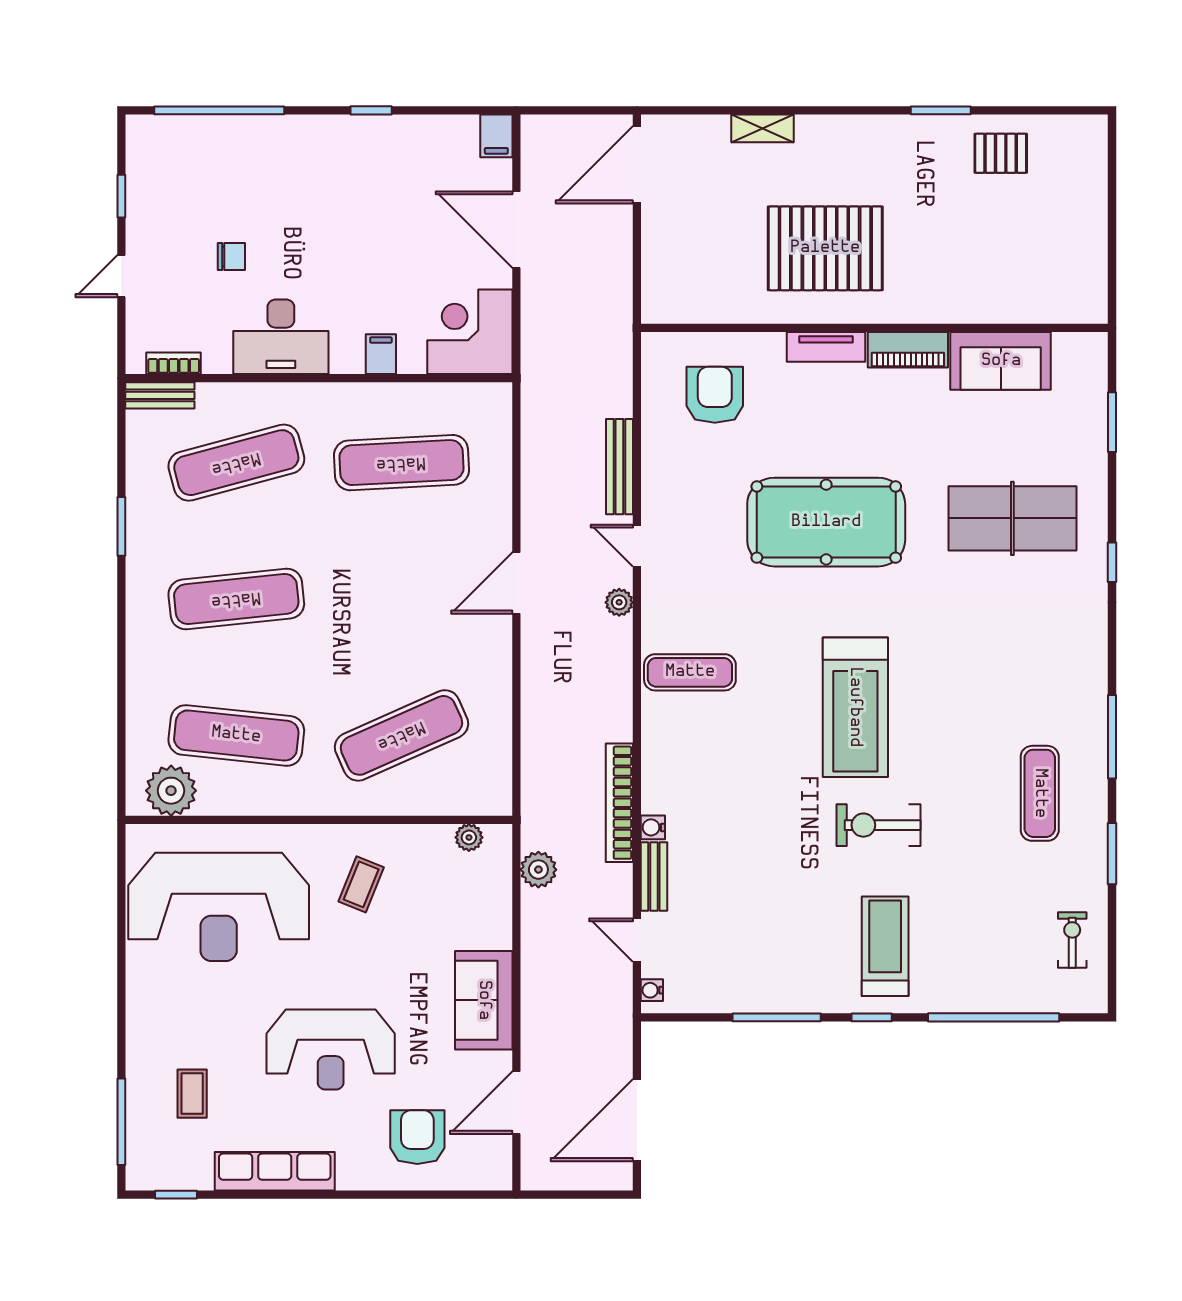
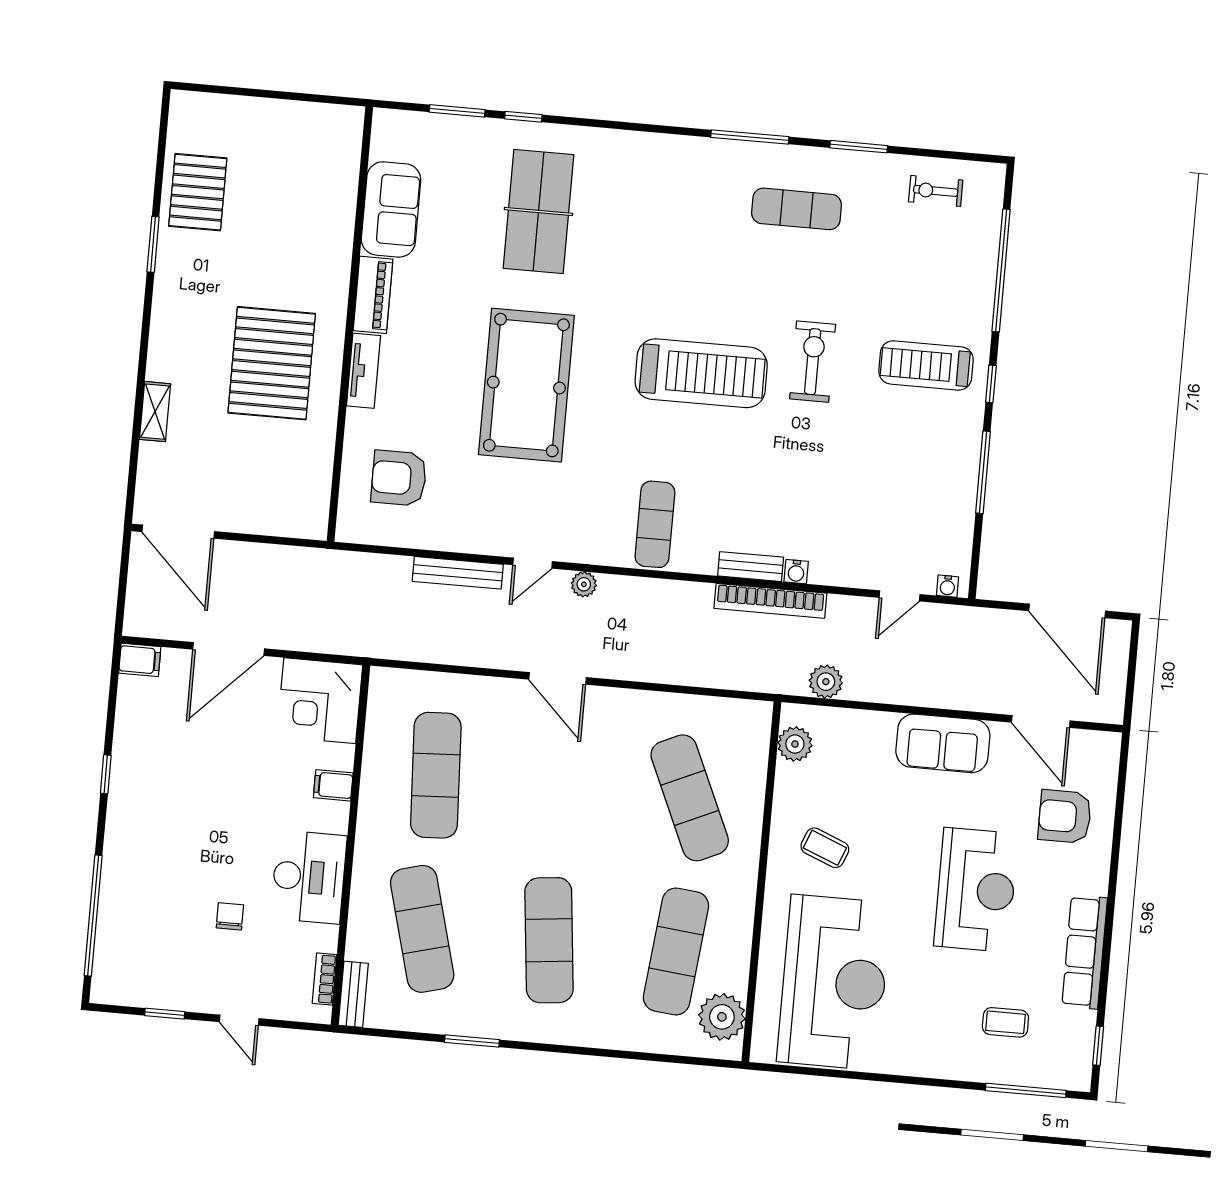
pallet: (1001, 153) -> (198, 192), width x1.50, depth x1.42
window: (1112, 562) -> (523, 117), moved
exercise bike: (878, 825) -> (813, 362), turned 180
plant: (469, 837) -> (795, 744), width x1.38, depth x1.38
bench: (654, 877) -> (751, 567), moved

